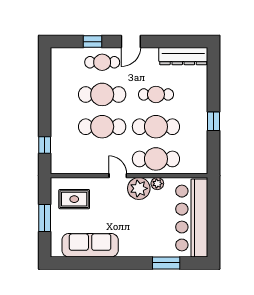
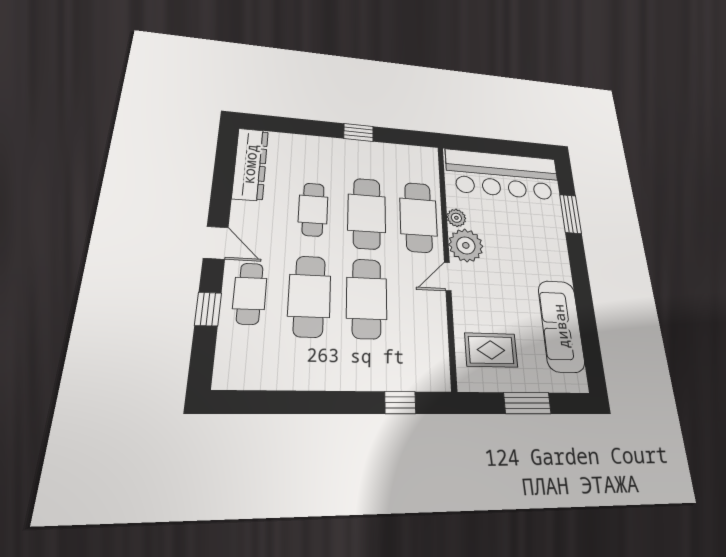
rug: (74, 199) -> (491, 350), turned 90

